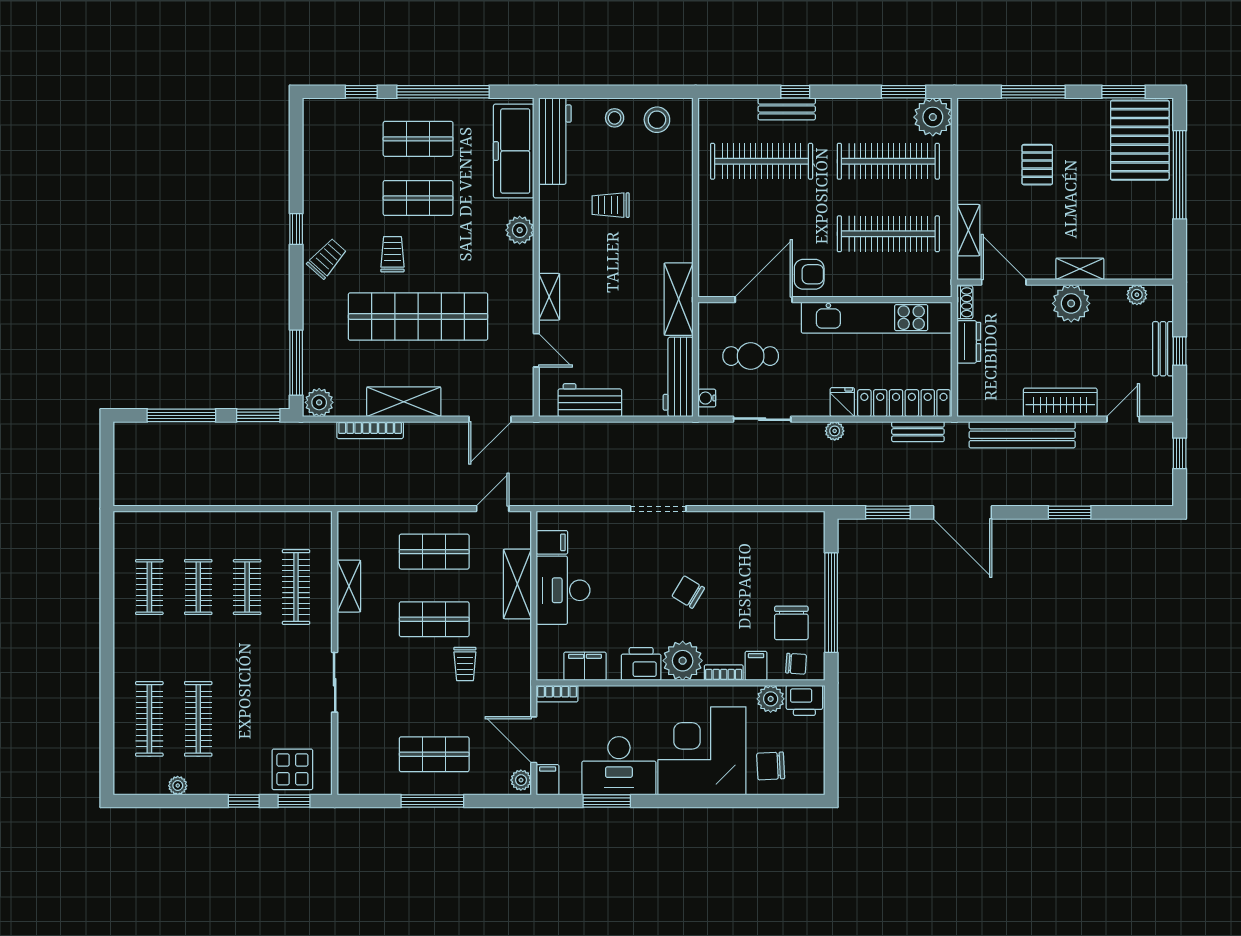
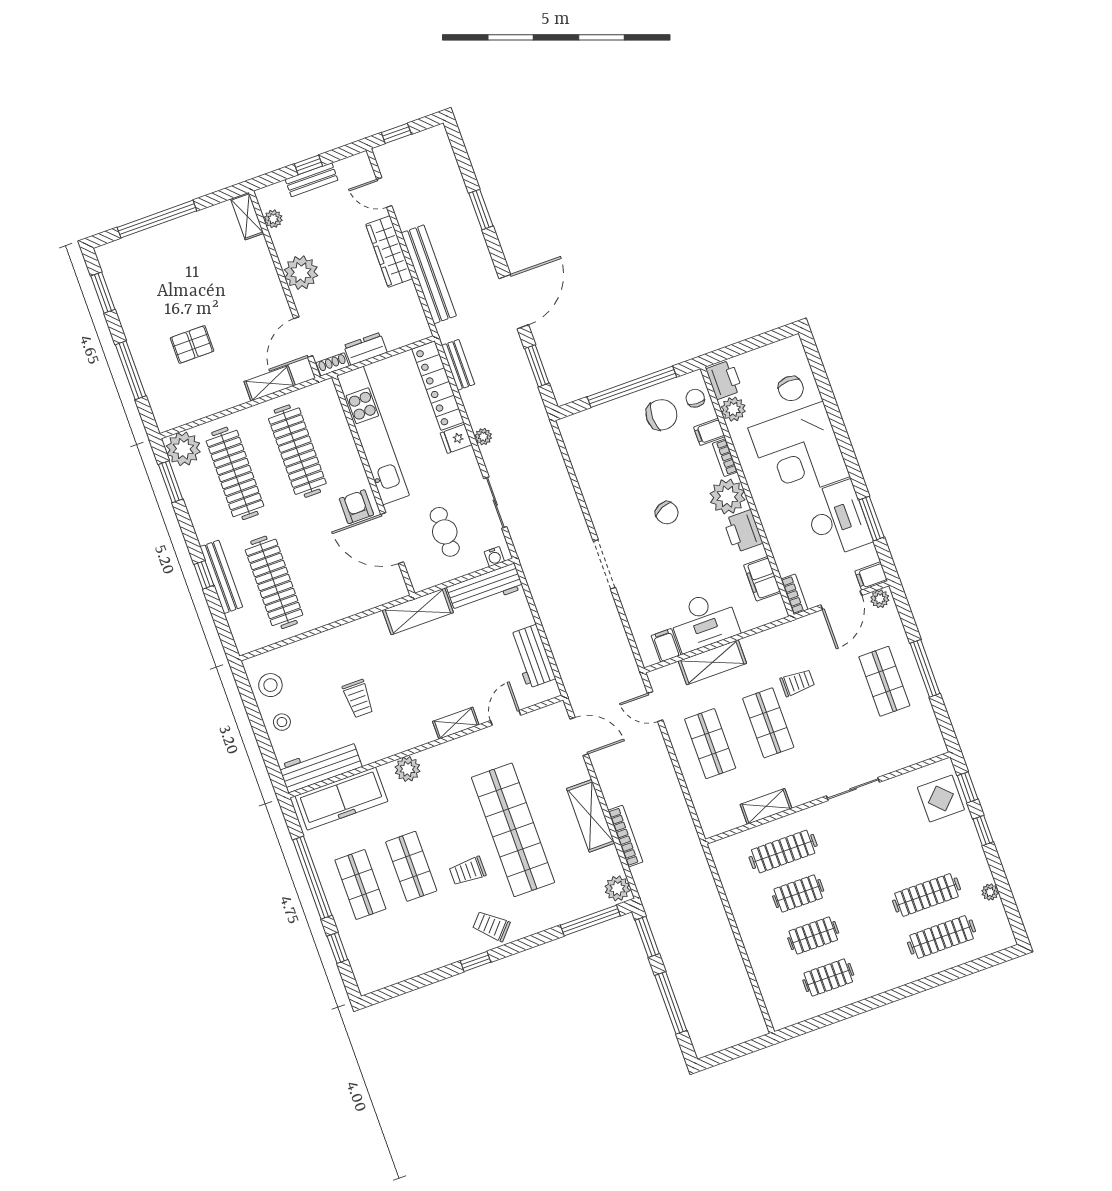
bench: (787, 109) -> (221, 577), width x1.36
pallet: (1140, 140) -> (139, 264), removed
shelving: (1080, 269) -> (247, 216), moved
chair: (688, 592) -> (667, 513), turned -54

